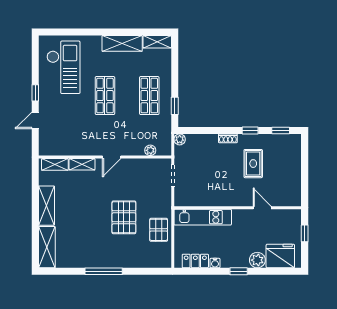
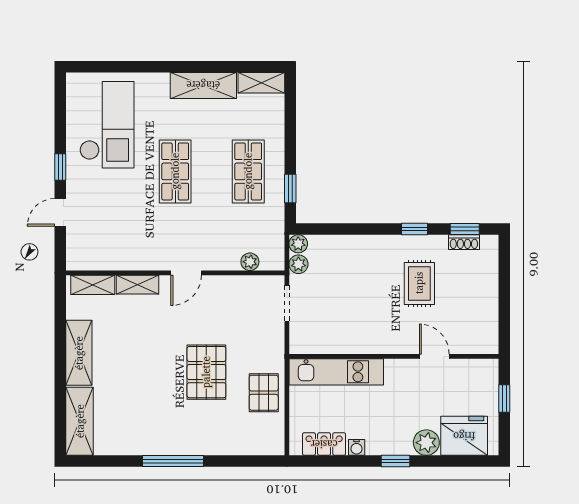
shoe rack: (228, 138) -> (464, 242), moved
plant: (180, 152) -> (298, 264), added

